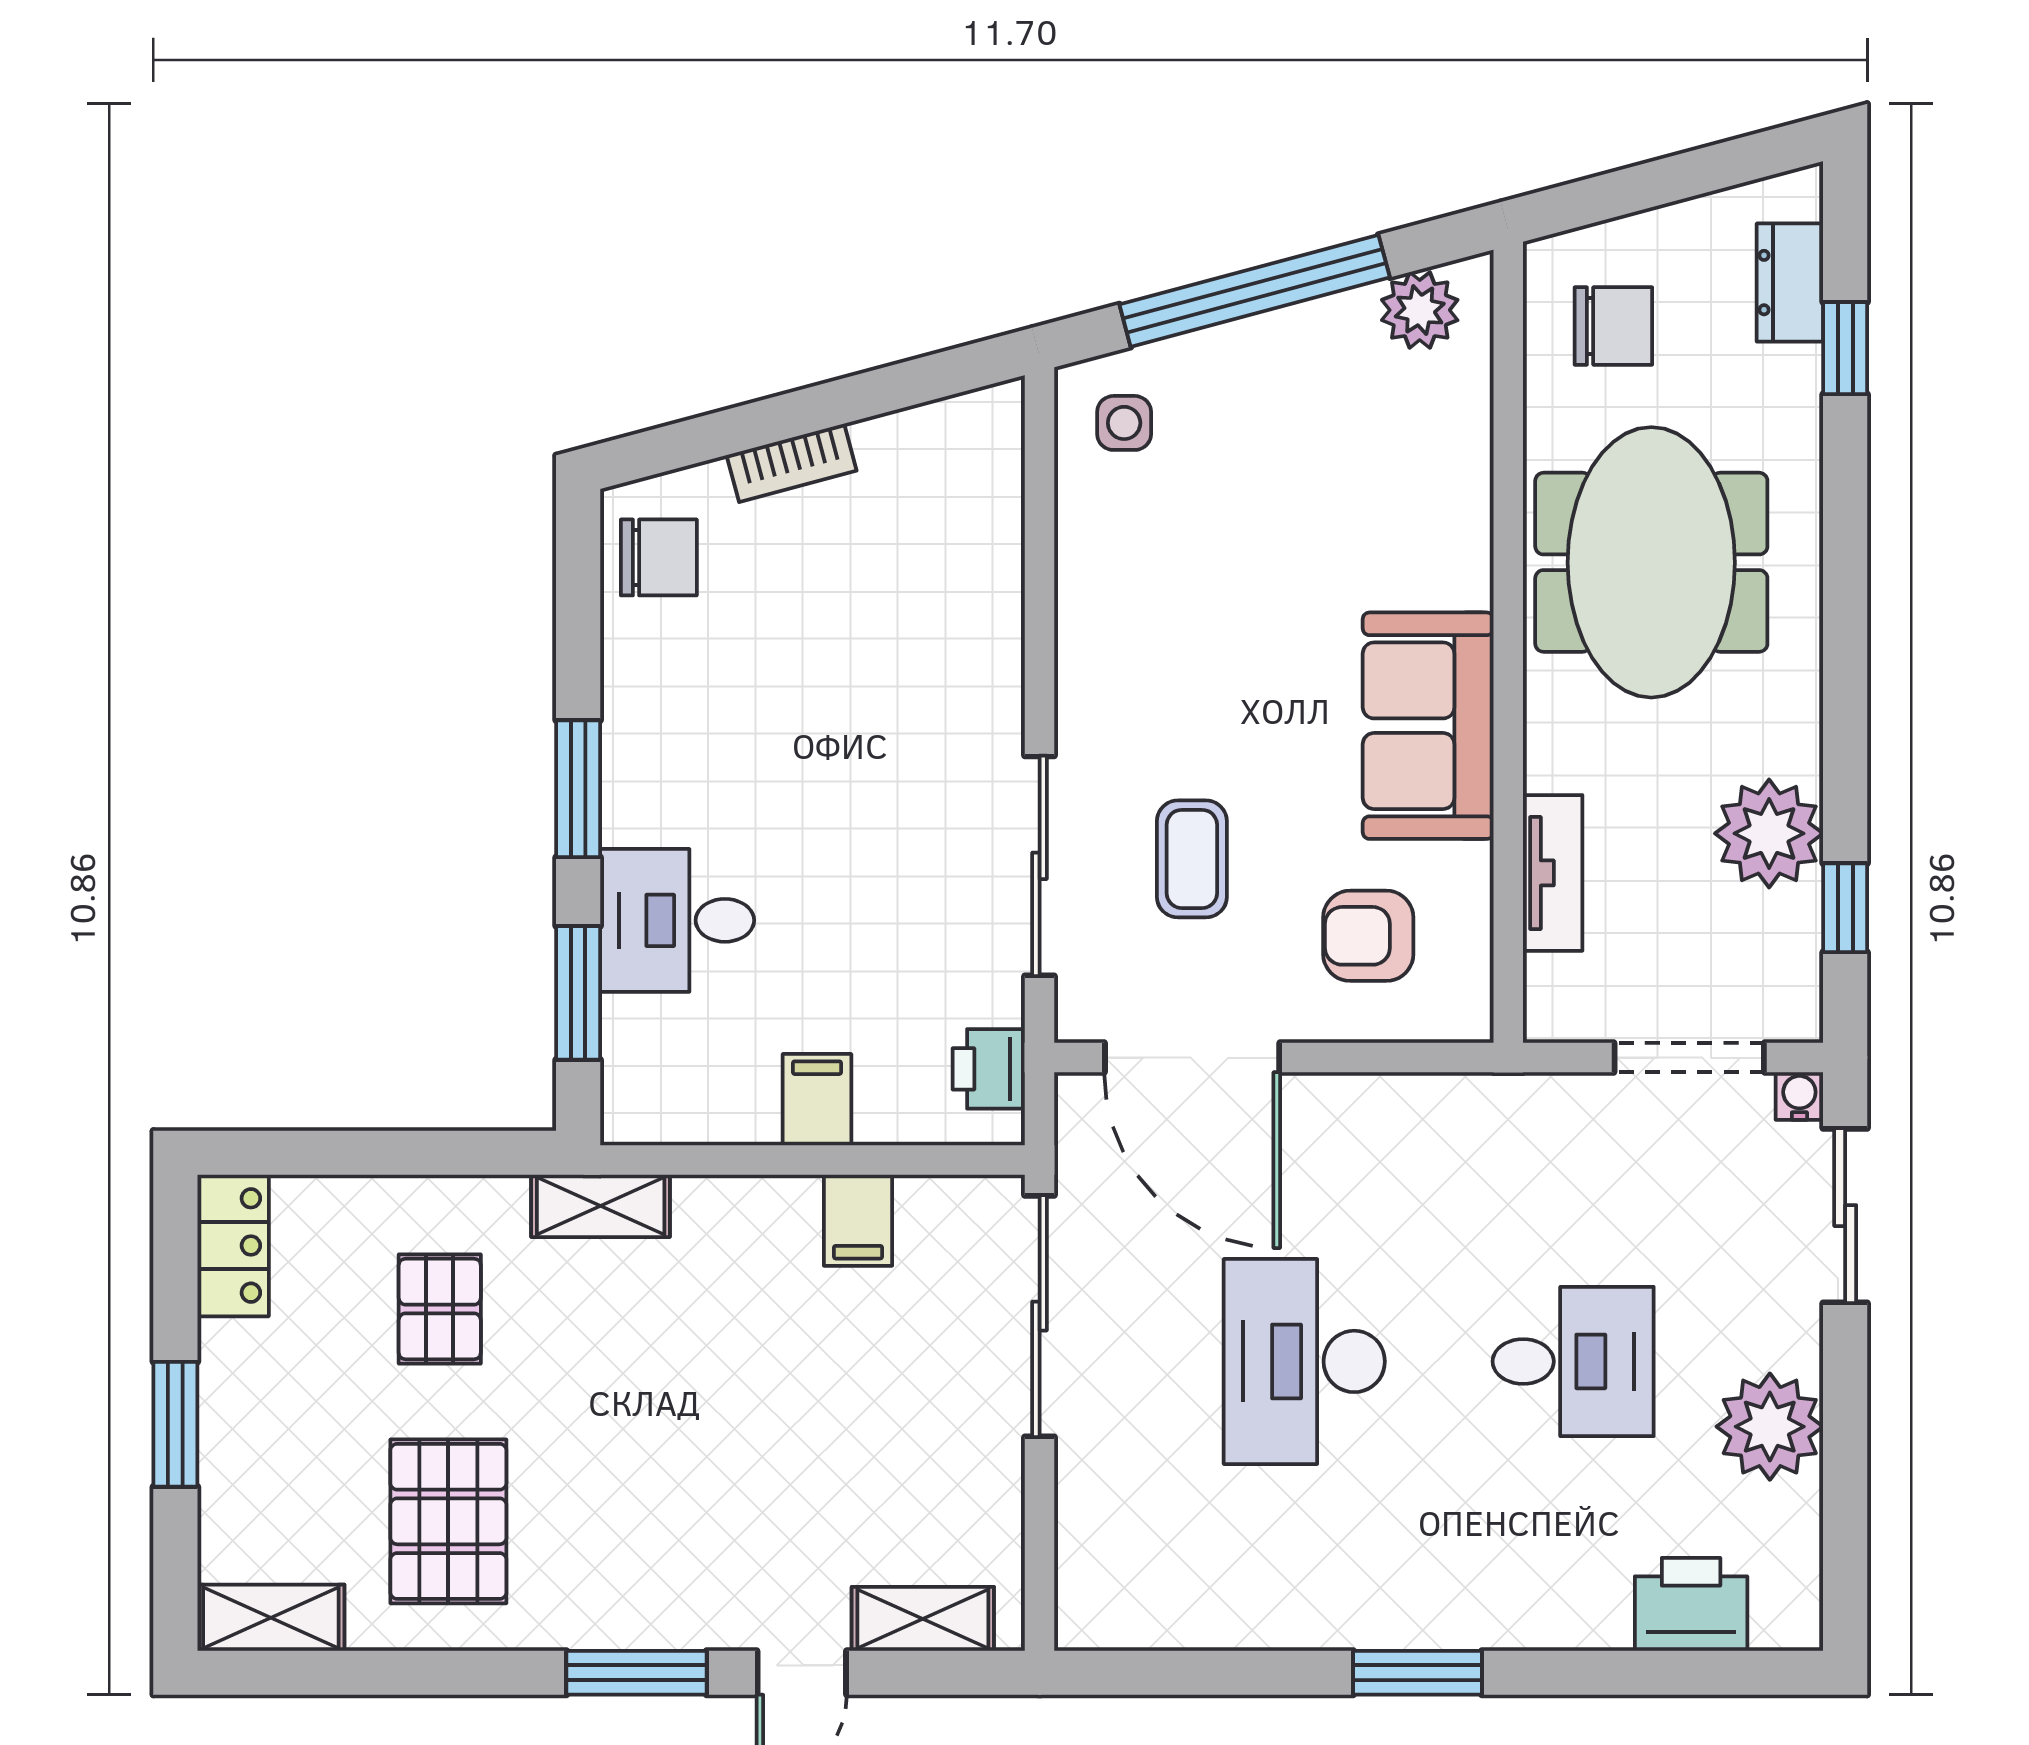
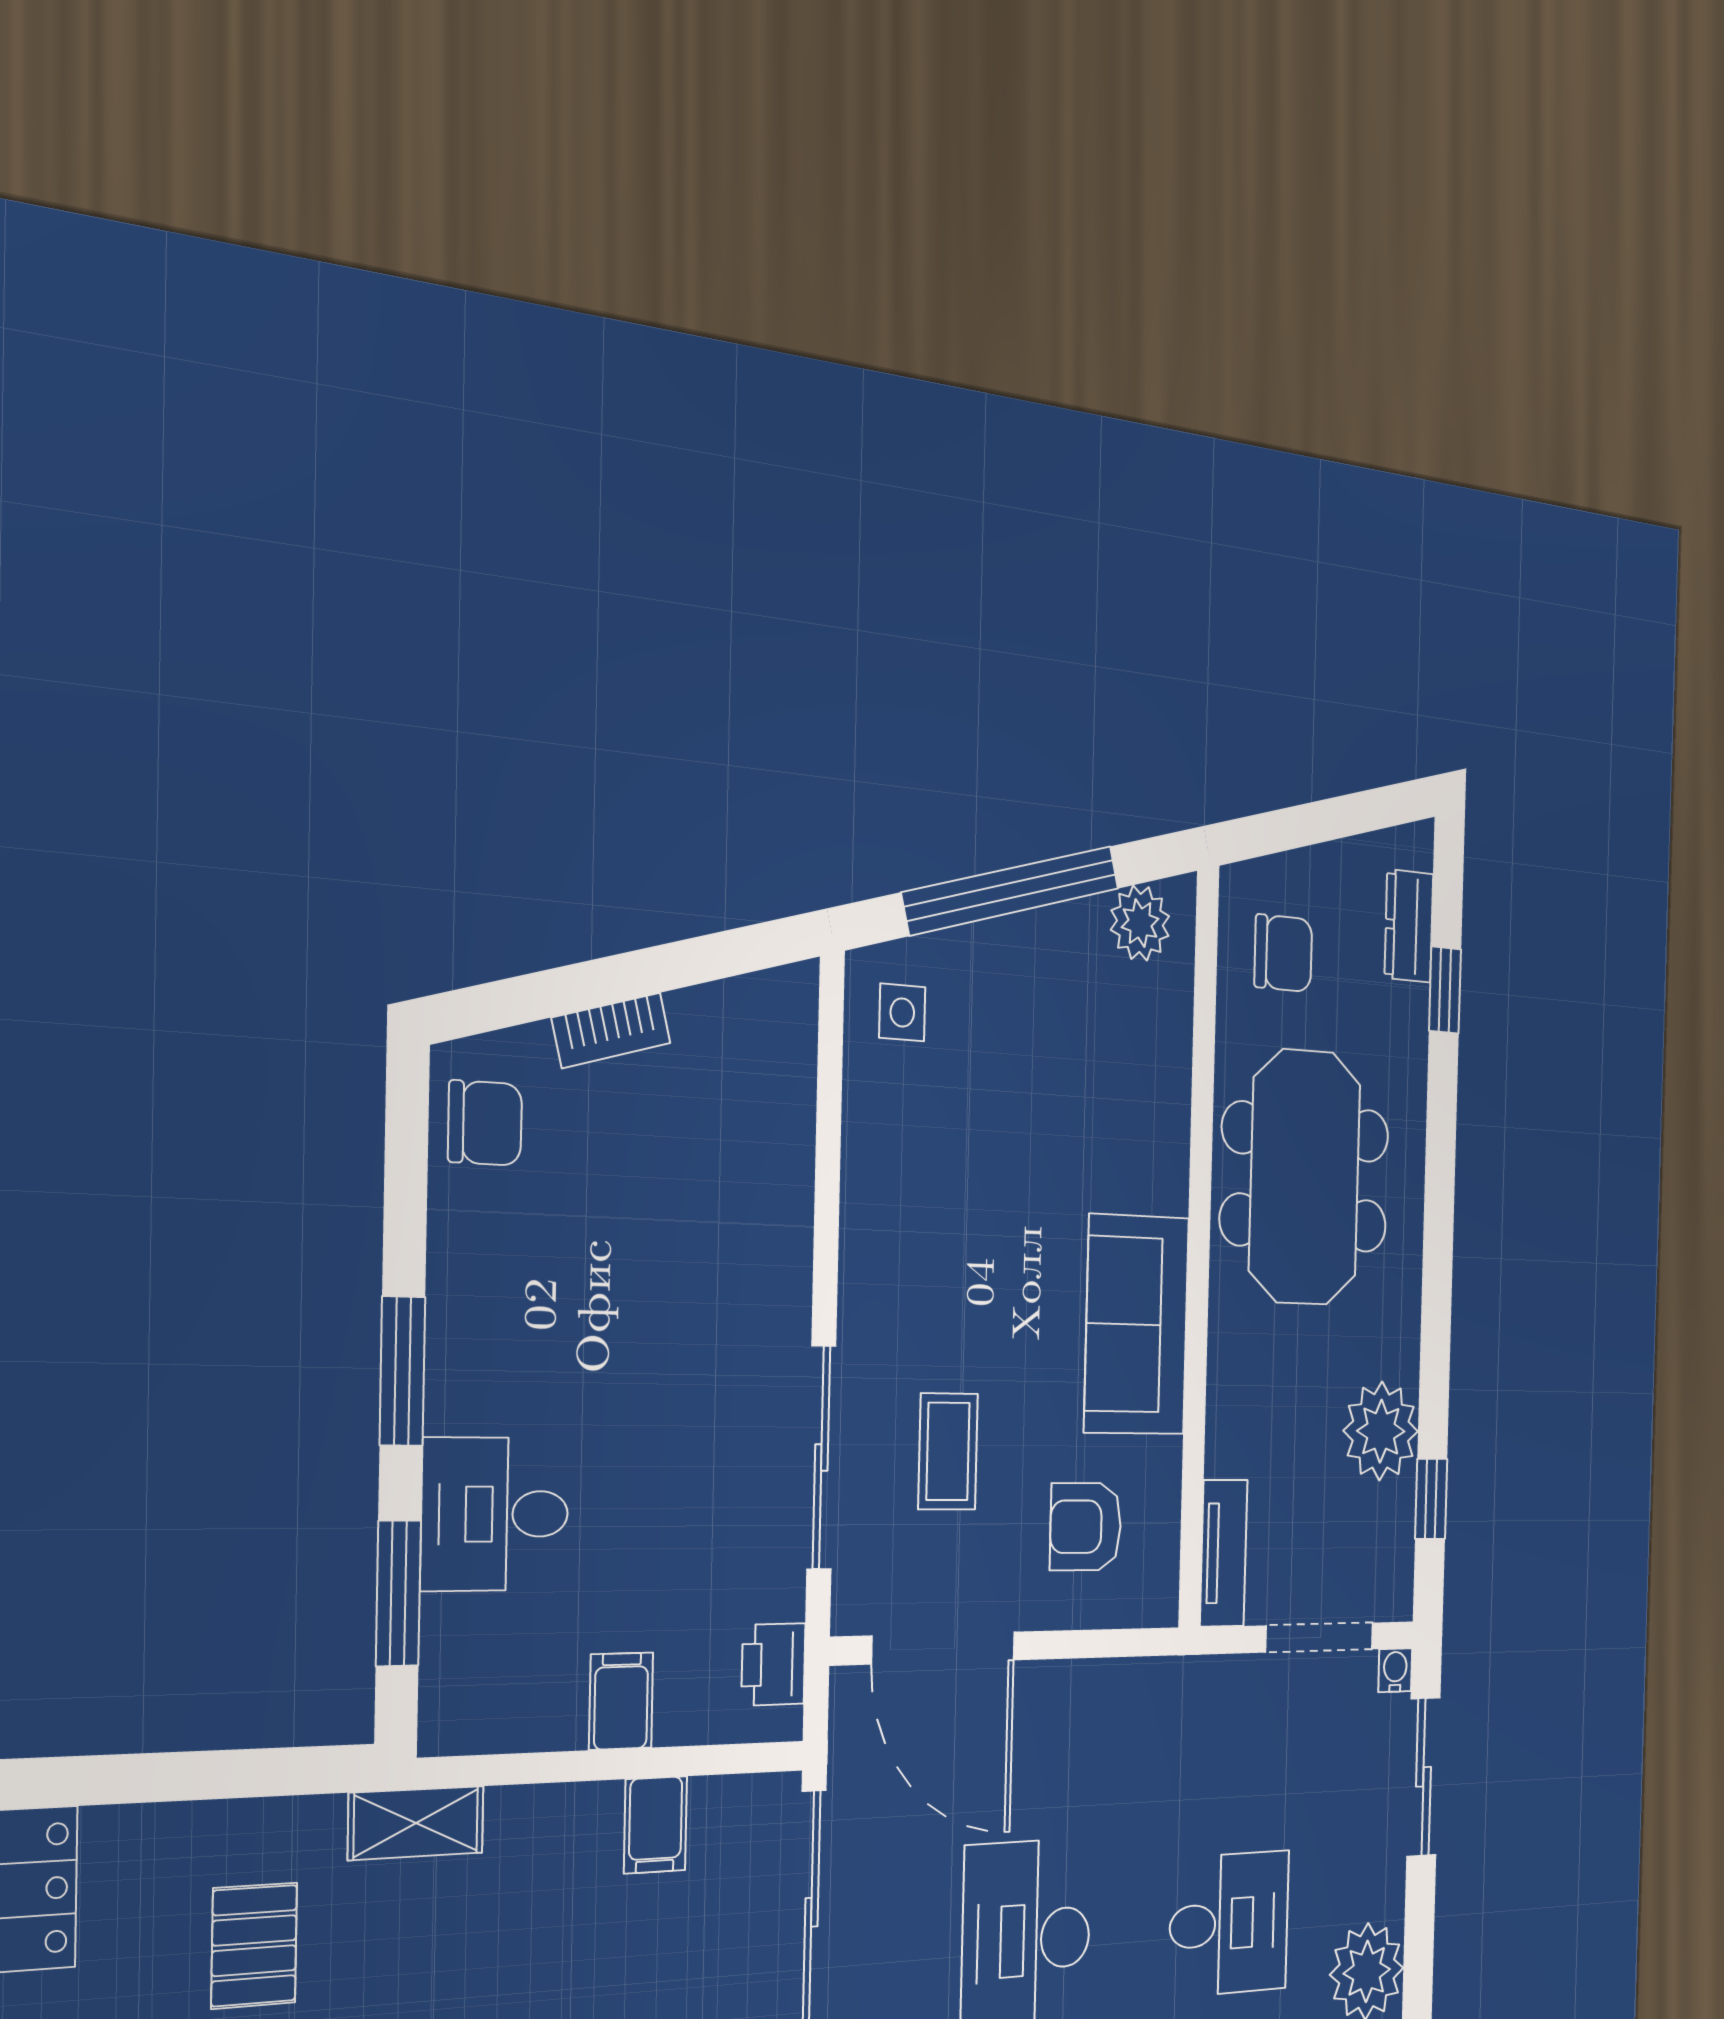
tv unit: (1553, 873) -> (1224, 1553), moved

